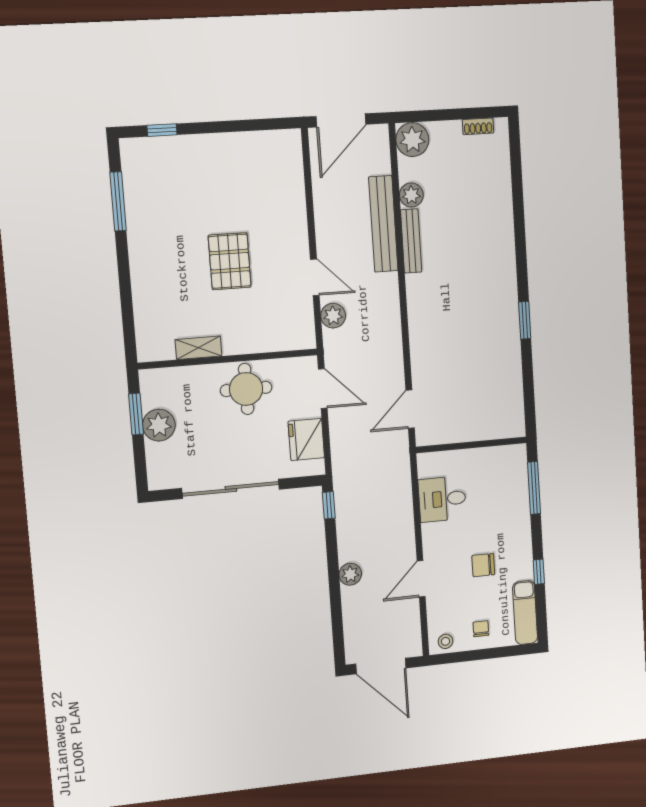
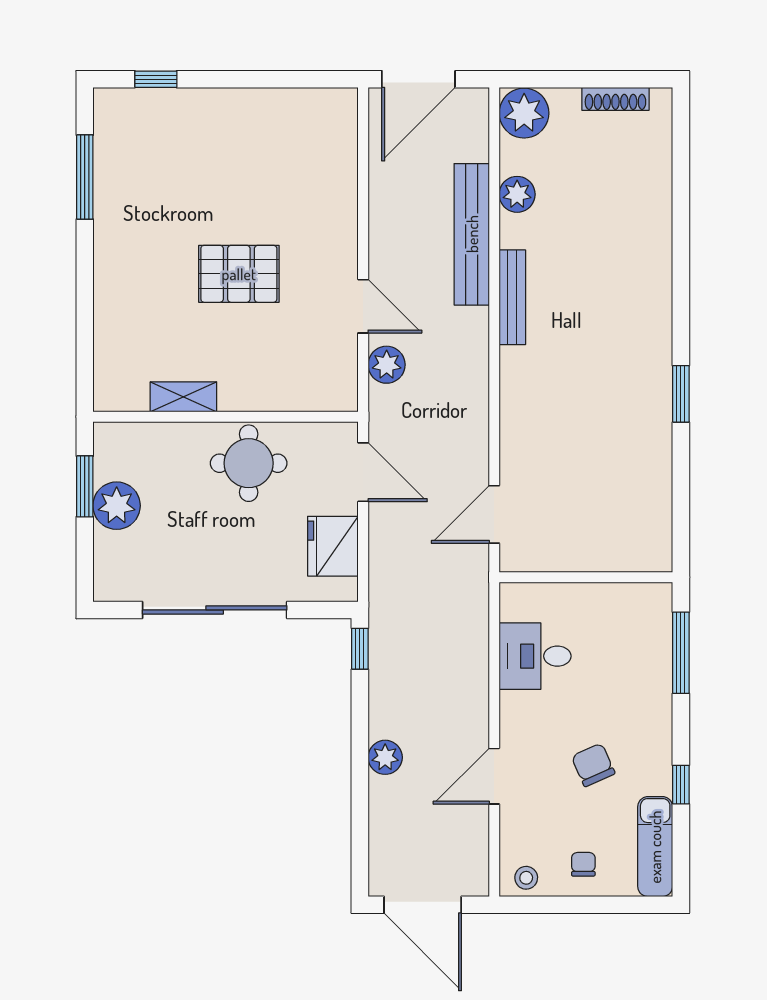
shoe rack: (478, 126) -> (615, 99), width x1.43
bench: (411, 241) -> (512, 297), moved
pallet: (230, 261) -> (239, 274), turned 90
chair: (483, 565) -> (593, 765), turned 66

